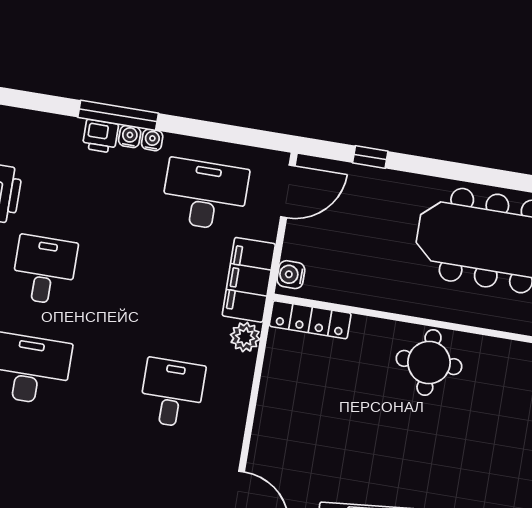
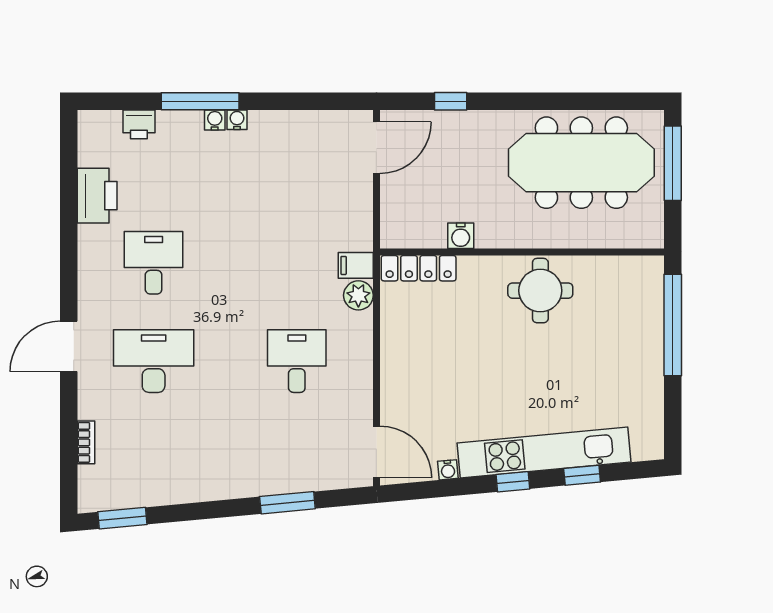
printer: (100, 136) -> (139, 124), moved
desk: (205, 195) -> (297, 164), removed
water cooler: (291, 275) -> (461, 236), moved, turned -90
filing cabinet: (249, 280) -> (356, 265), width x0.33, depth x0.86

